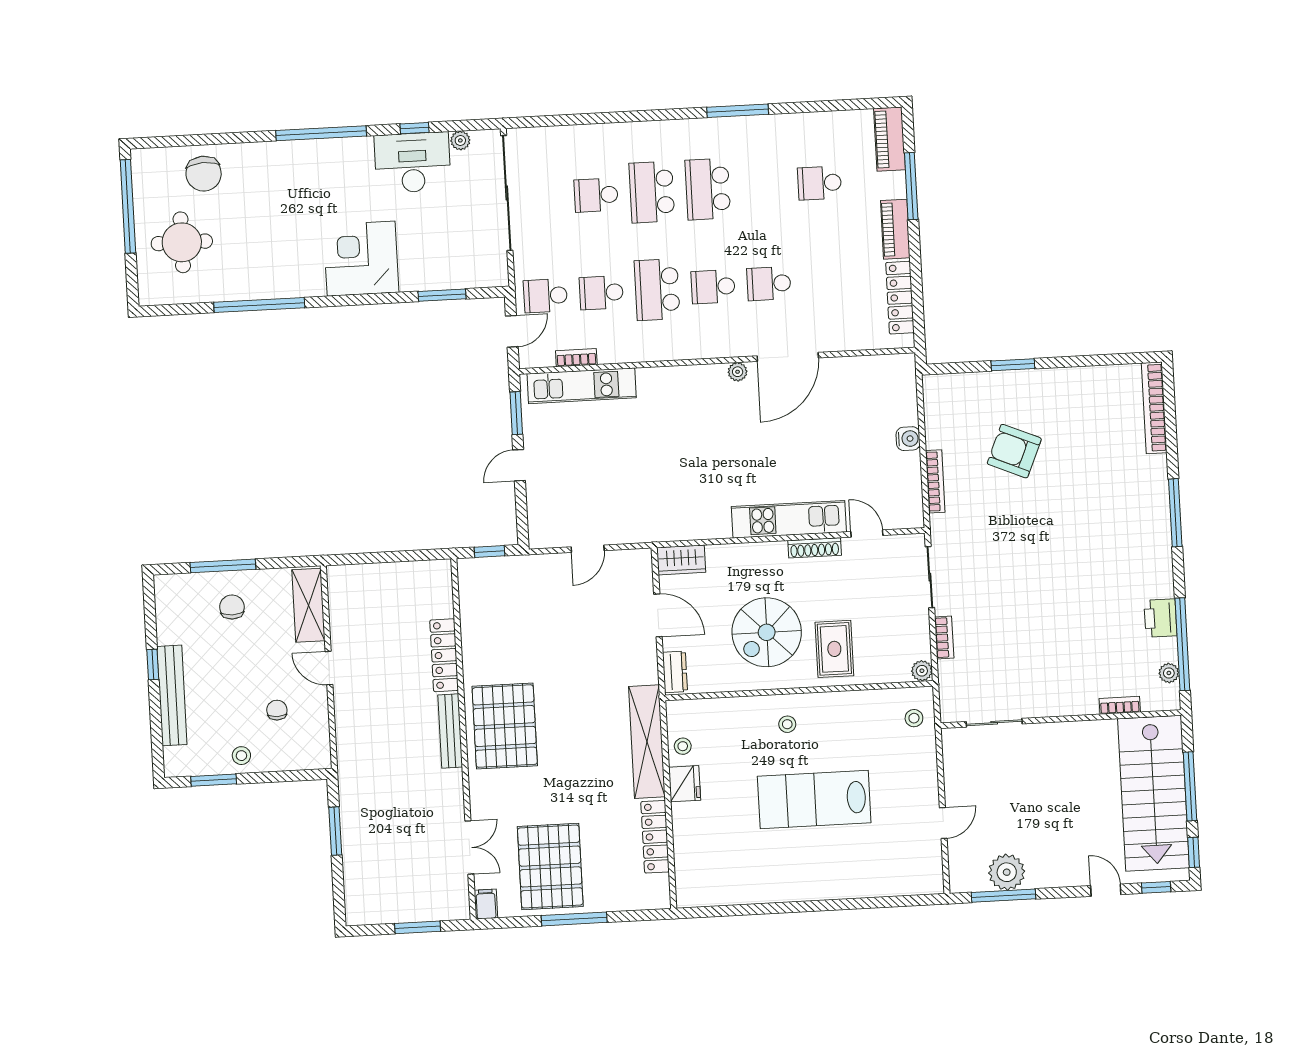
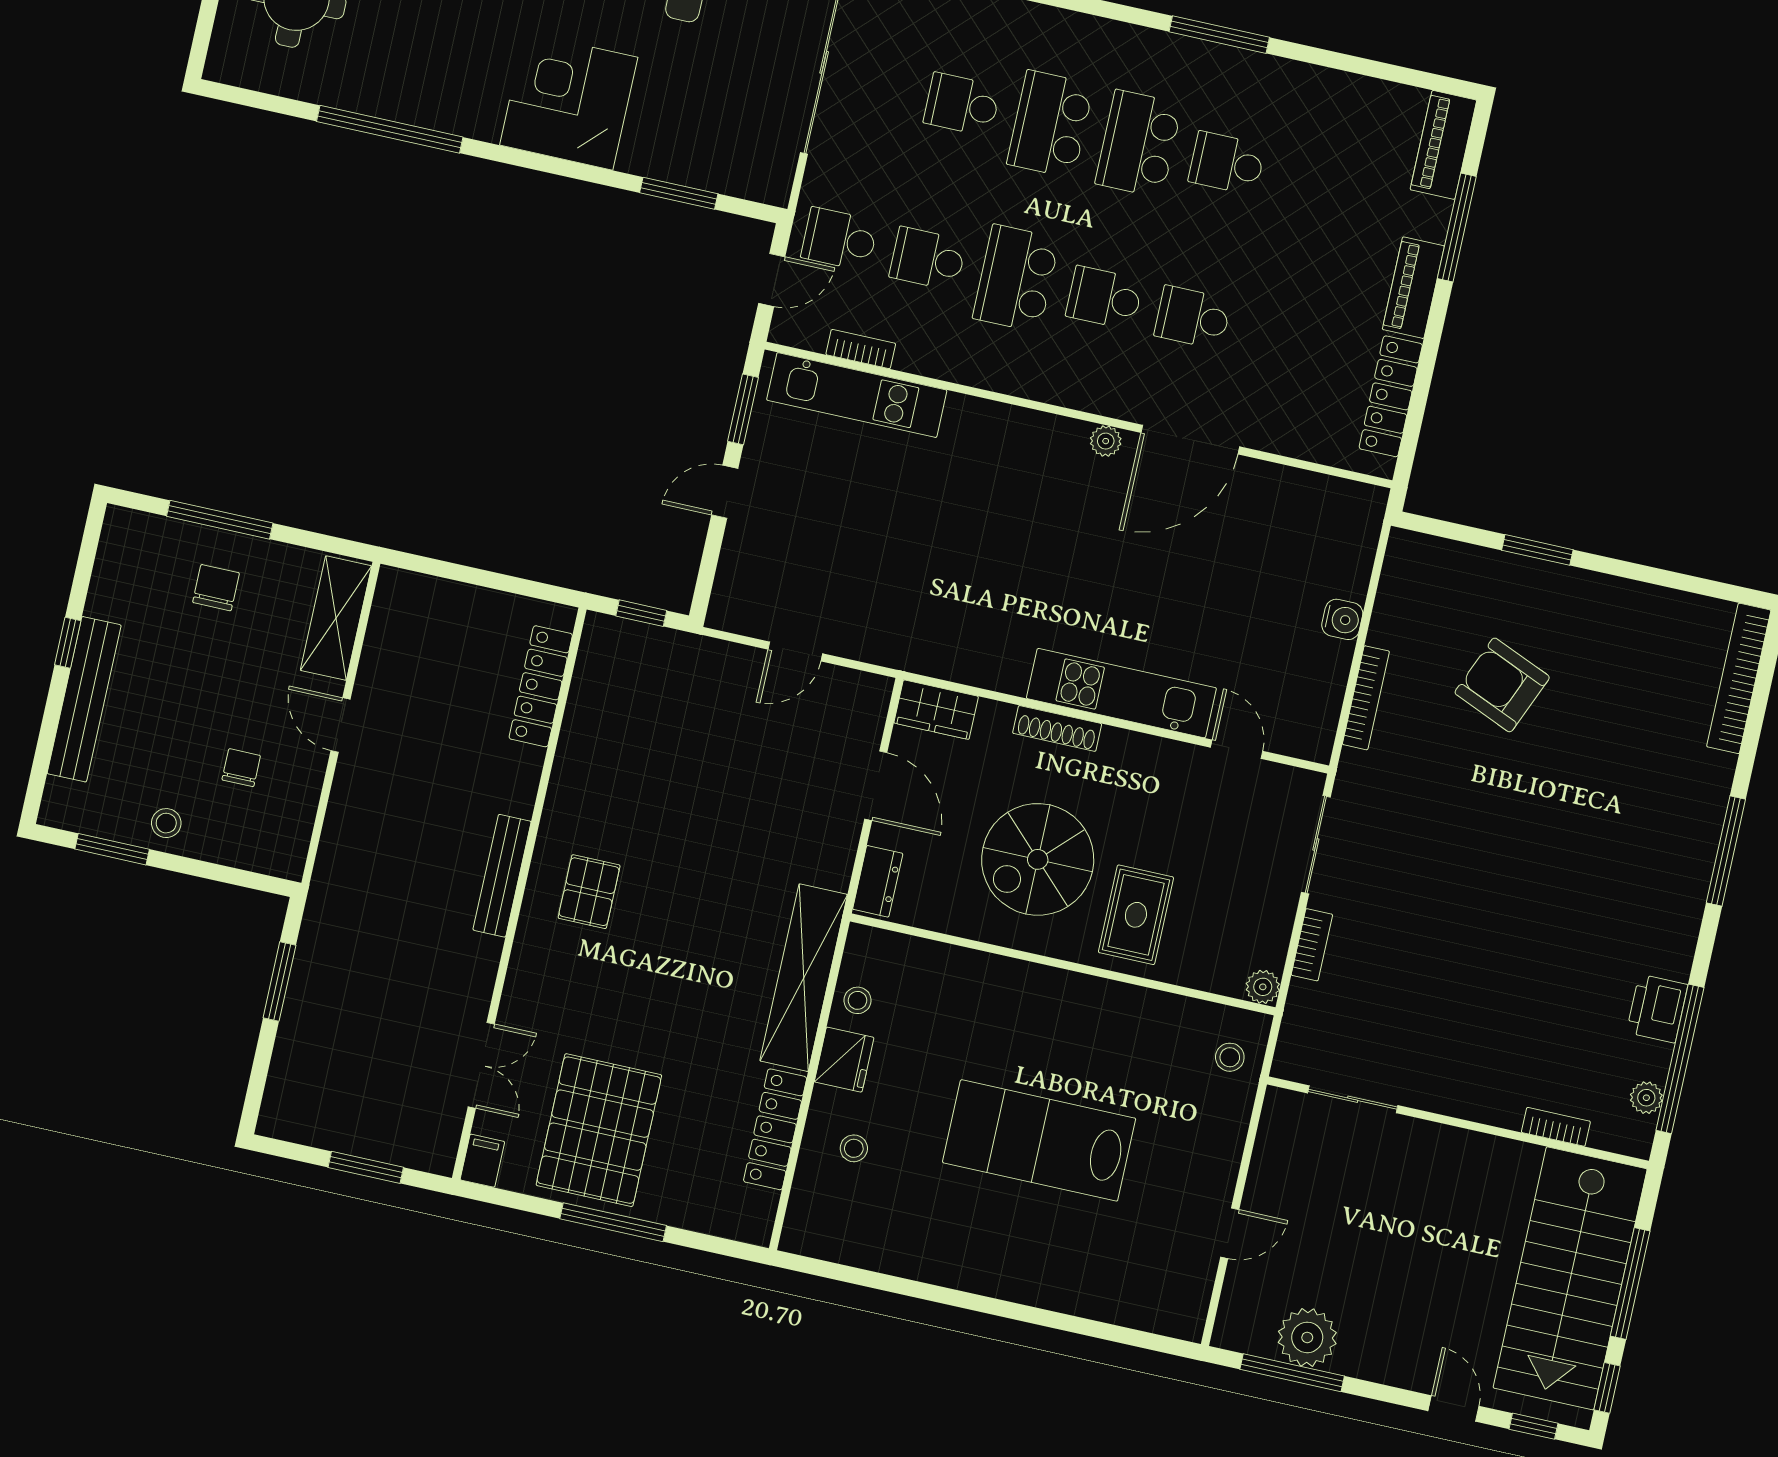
school desk: (819, 183) -> (1227, 163), moved
shoe rack: (815, 548) -> (1057, 728), moved
locker: (444, 655) -> (541, 686), moved
stool: (787, 724) -> (854, 1148), moved
pallet: (505, 726) -> (589, 892), width x0.49, depth x0.50

